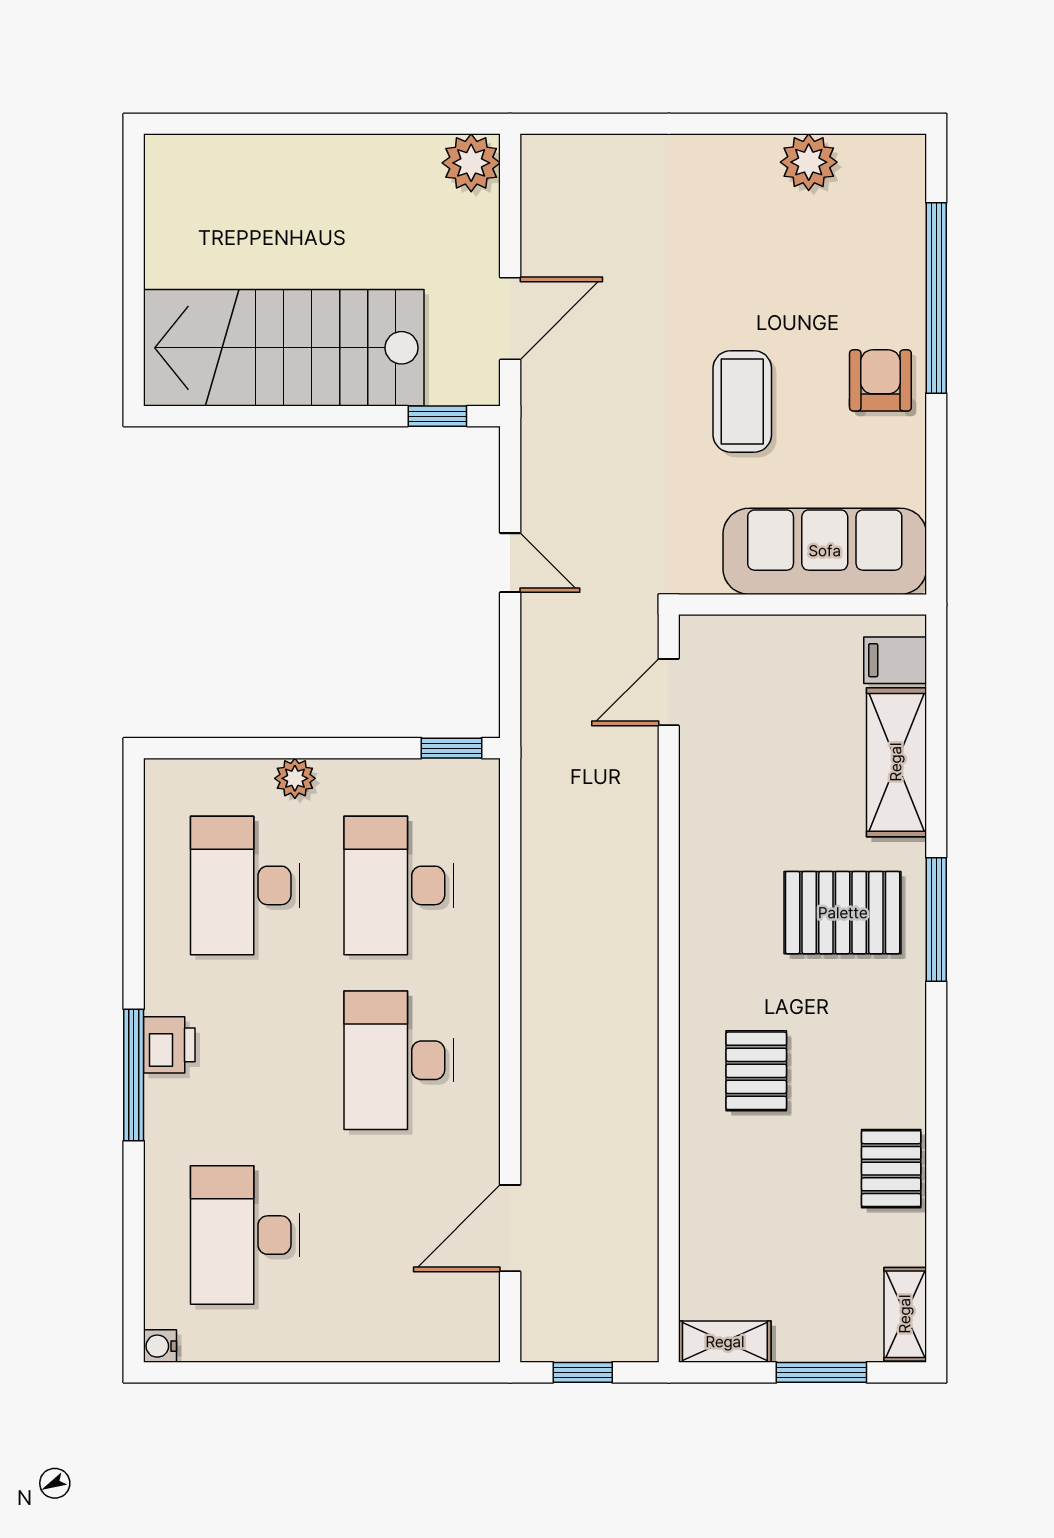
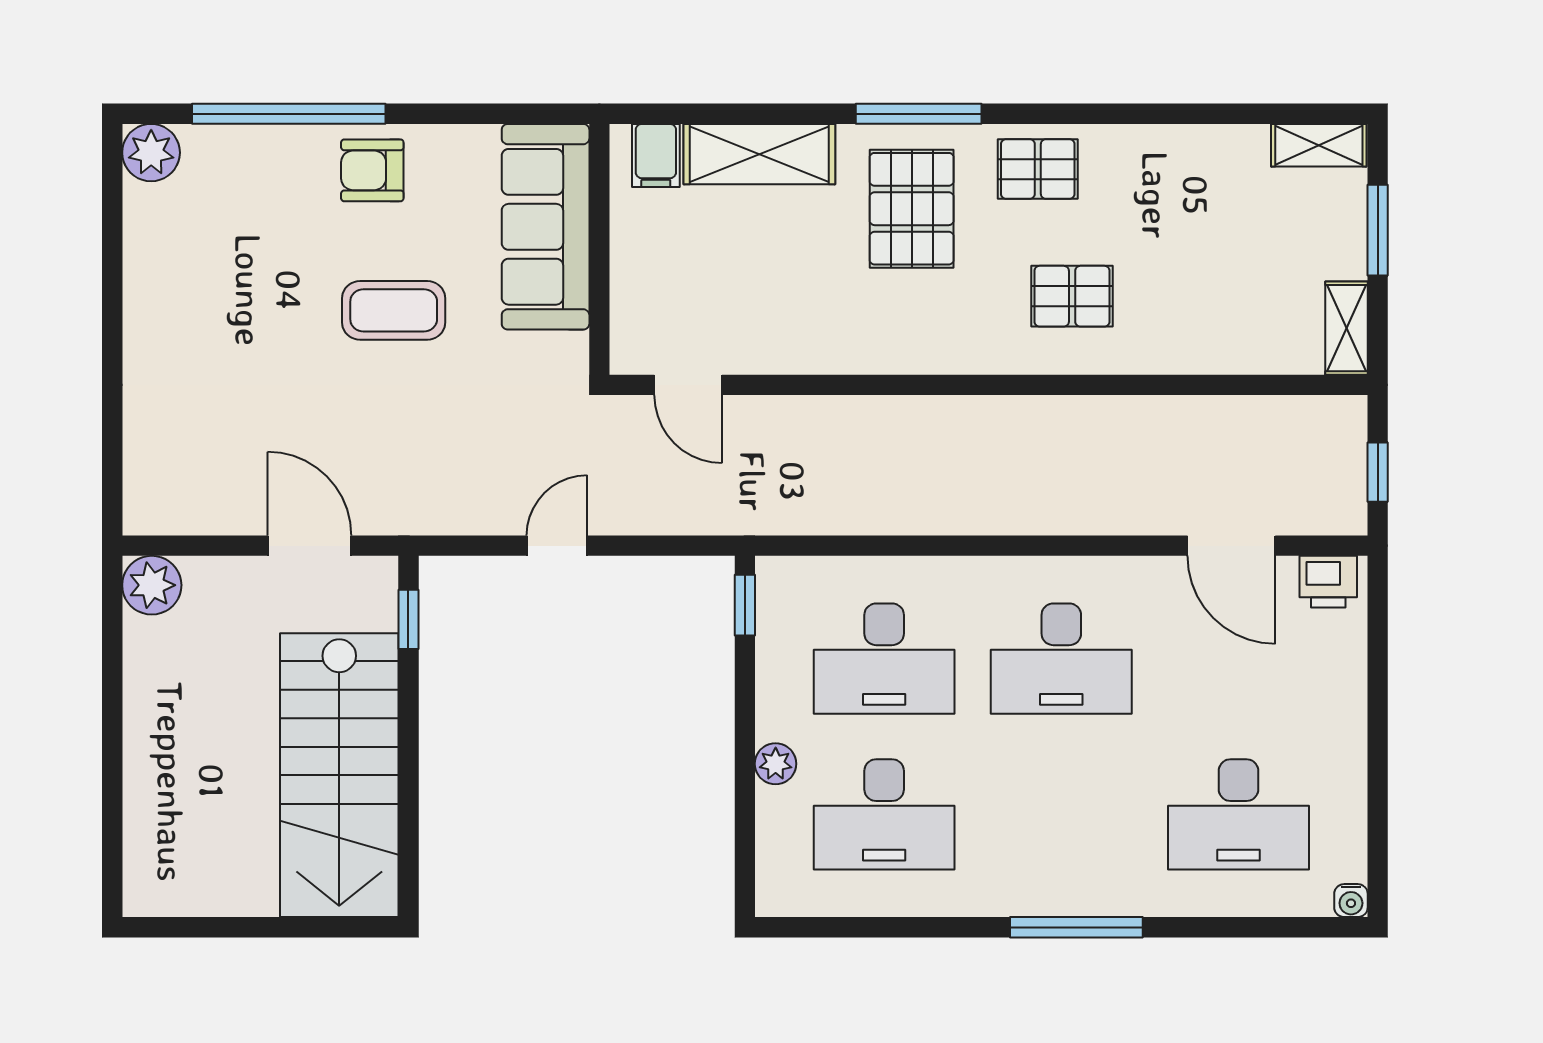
plant: (809, 162) -> (151, 153), moved
printer: (169, 1045) -> (1328, 582), moved, turned 180
pallet: (891, 1169) -> (1038, 169), moved

